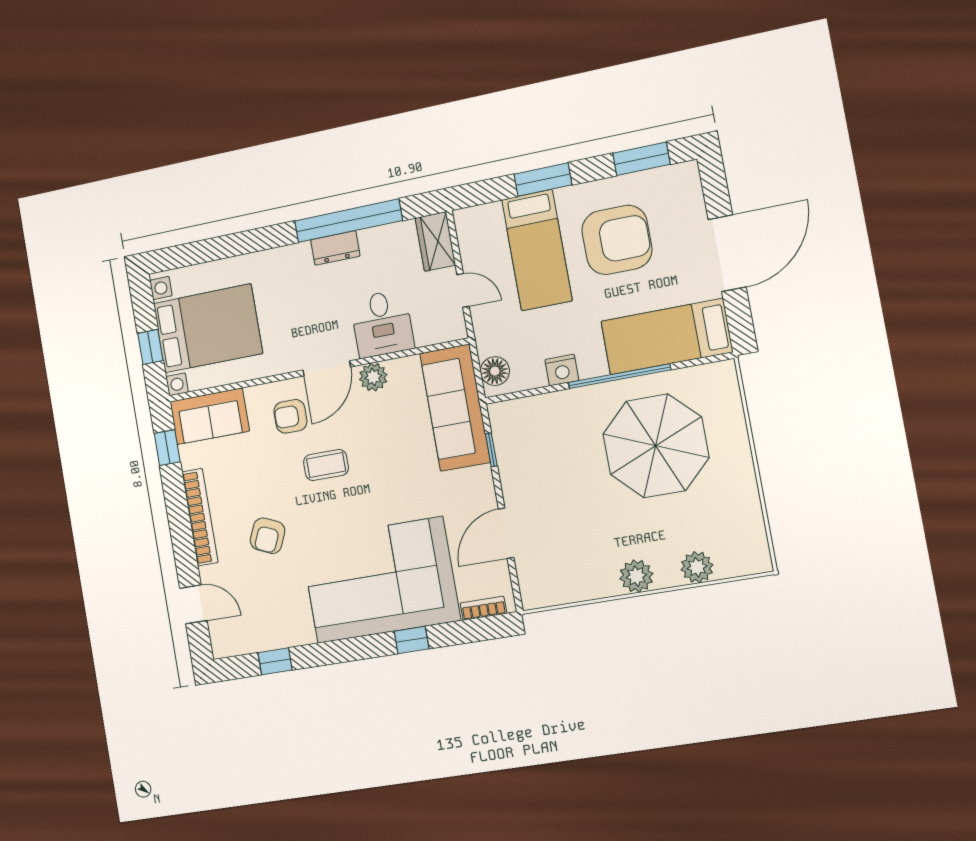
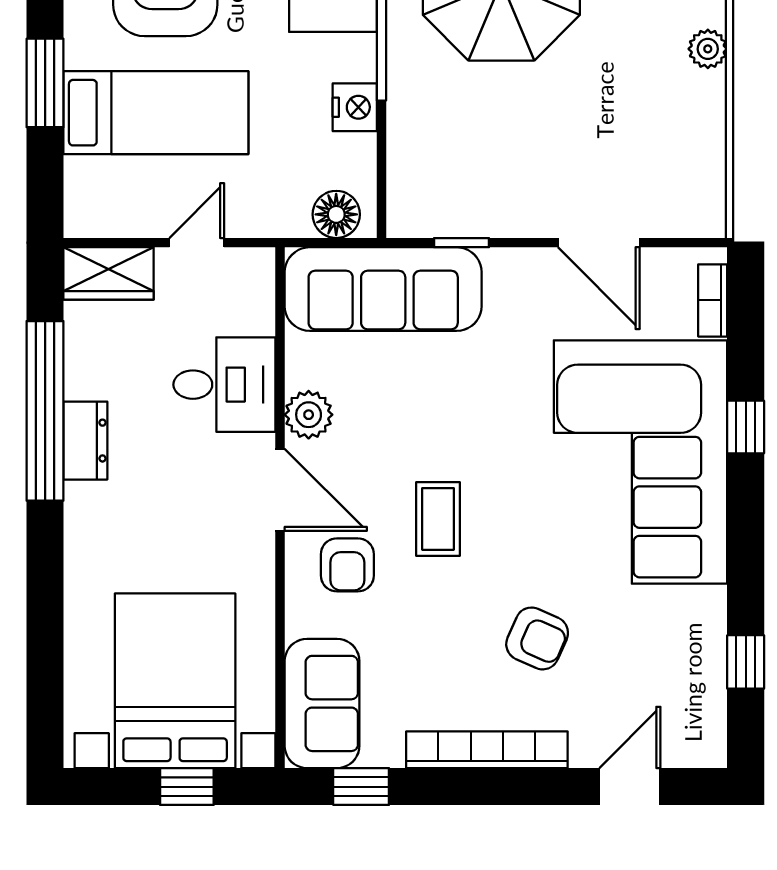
plant: (636, 576) -> (708, 49), width x0.73, depth x0.73

